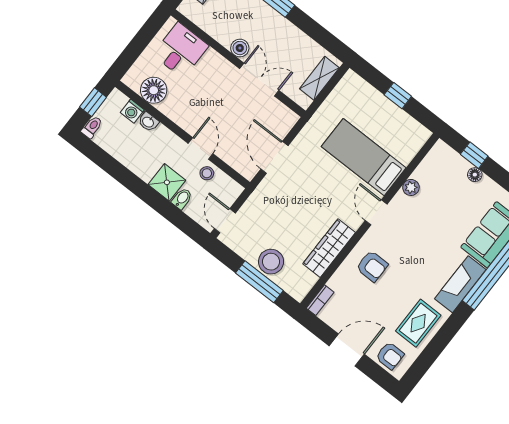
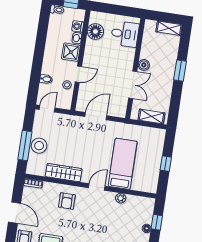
shower: (167, 182) -> (71, 52), moved

